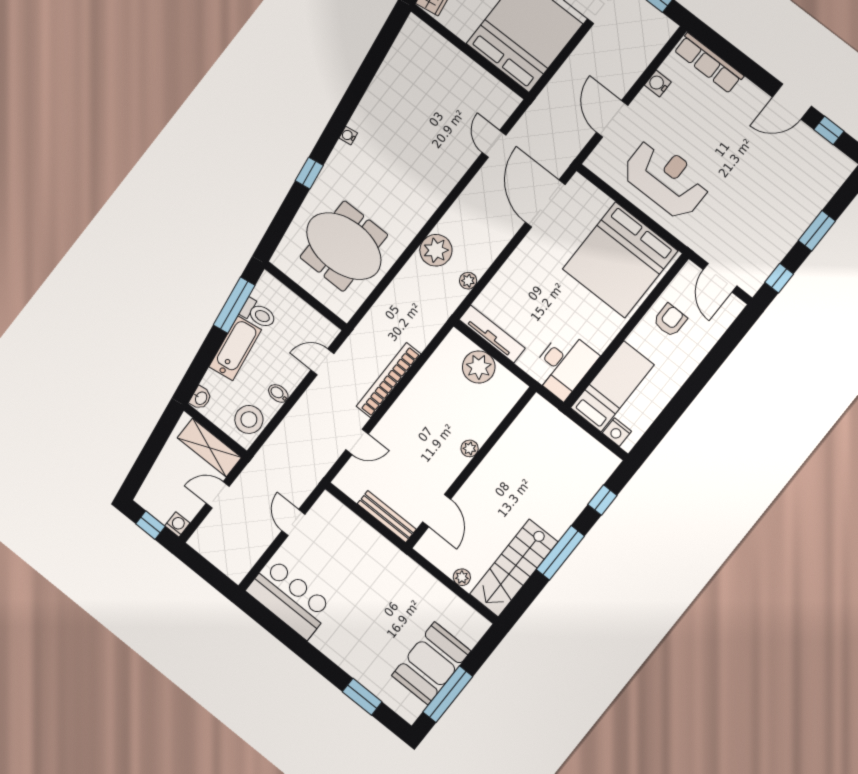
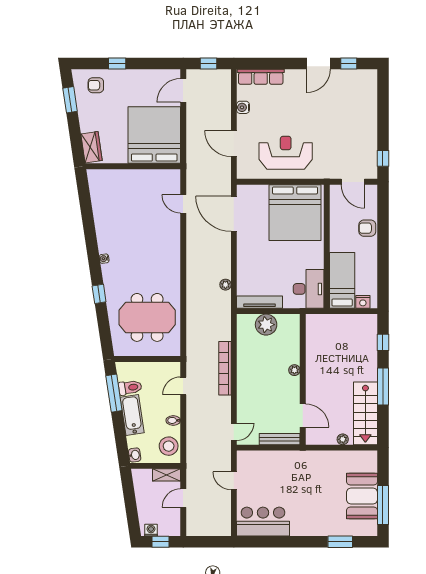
window: (817, 231) -> (383, 119), removed
plant: (436, 250) -> (197, 282), removed
armchair: (670, 320) -> (367, 228), moved, turned -90
door: (357, 442) -> (234, 432), moved
shelving: (209, 448) -> (166, 475), width x0.67, depth x0.75
washing machine: (177, 524) -> (151, 530), moved

